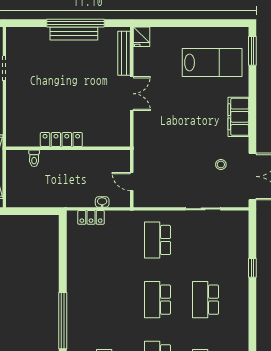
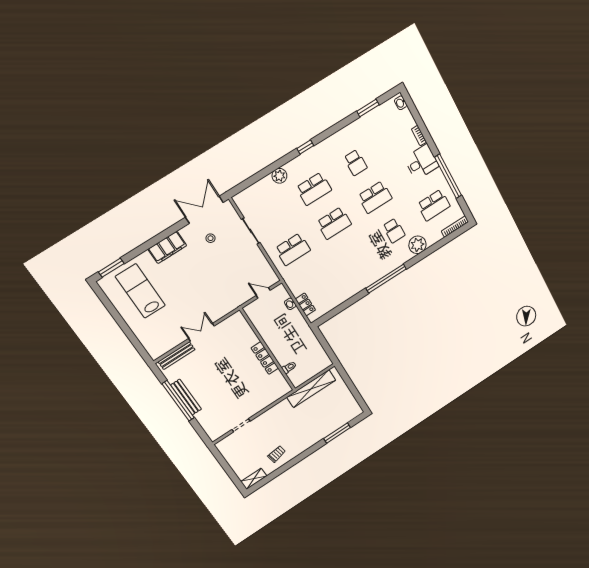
fridge: (141, 37) -> (156, 351), removed
door: (132, 181) -> (263, 293), swing flipped
window: (252, 268) -> (305, 147), moved
plant: (240, 272) -> (279, 176), added

